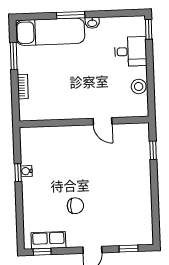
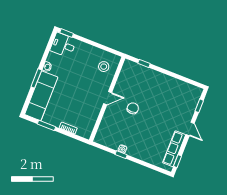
desk: (131, 51) -> (63, 45), moved, turned -90
stool: (139, 87) -> (104, 67), moved
door: (102, 121) -> (108, 98), moved
chair: (75, 206) -> (133, 108), moved
row of seats: (48, 240) -> (174, 149), width x1.48

